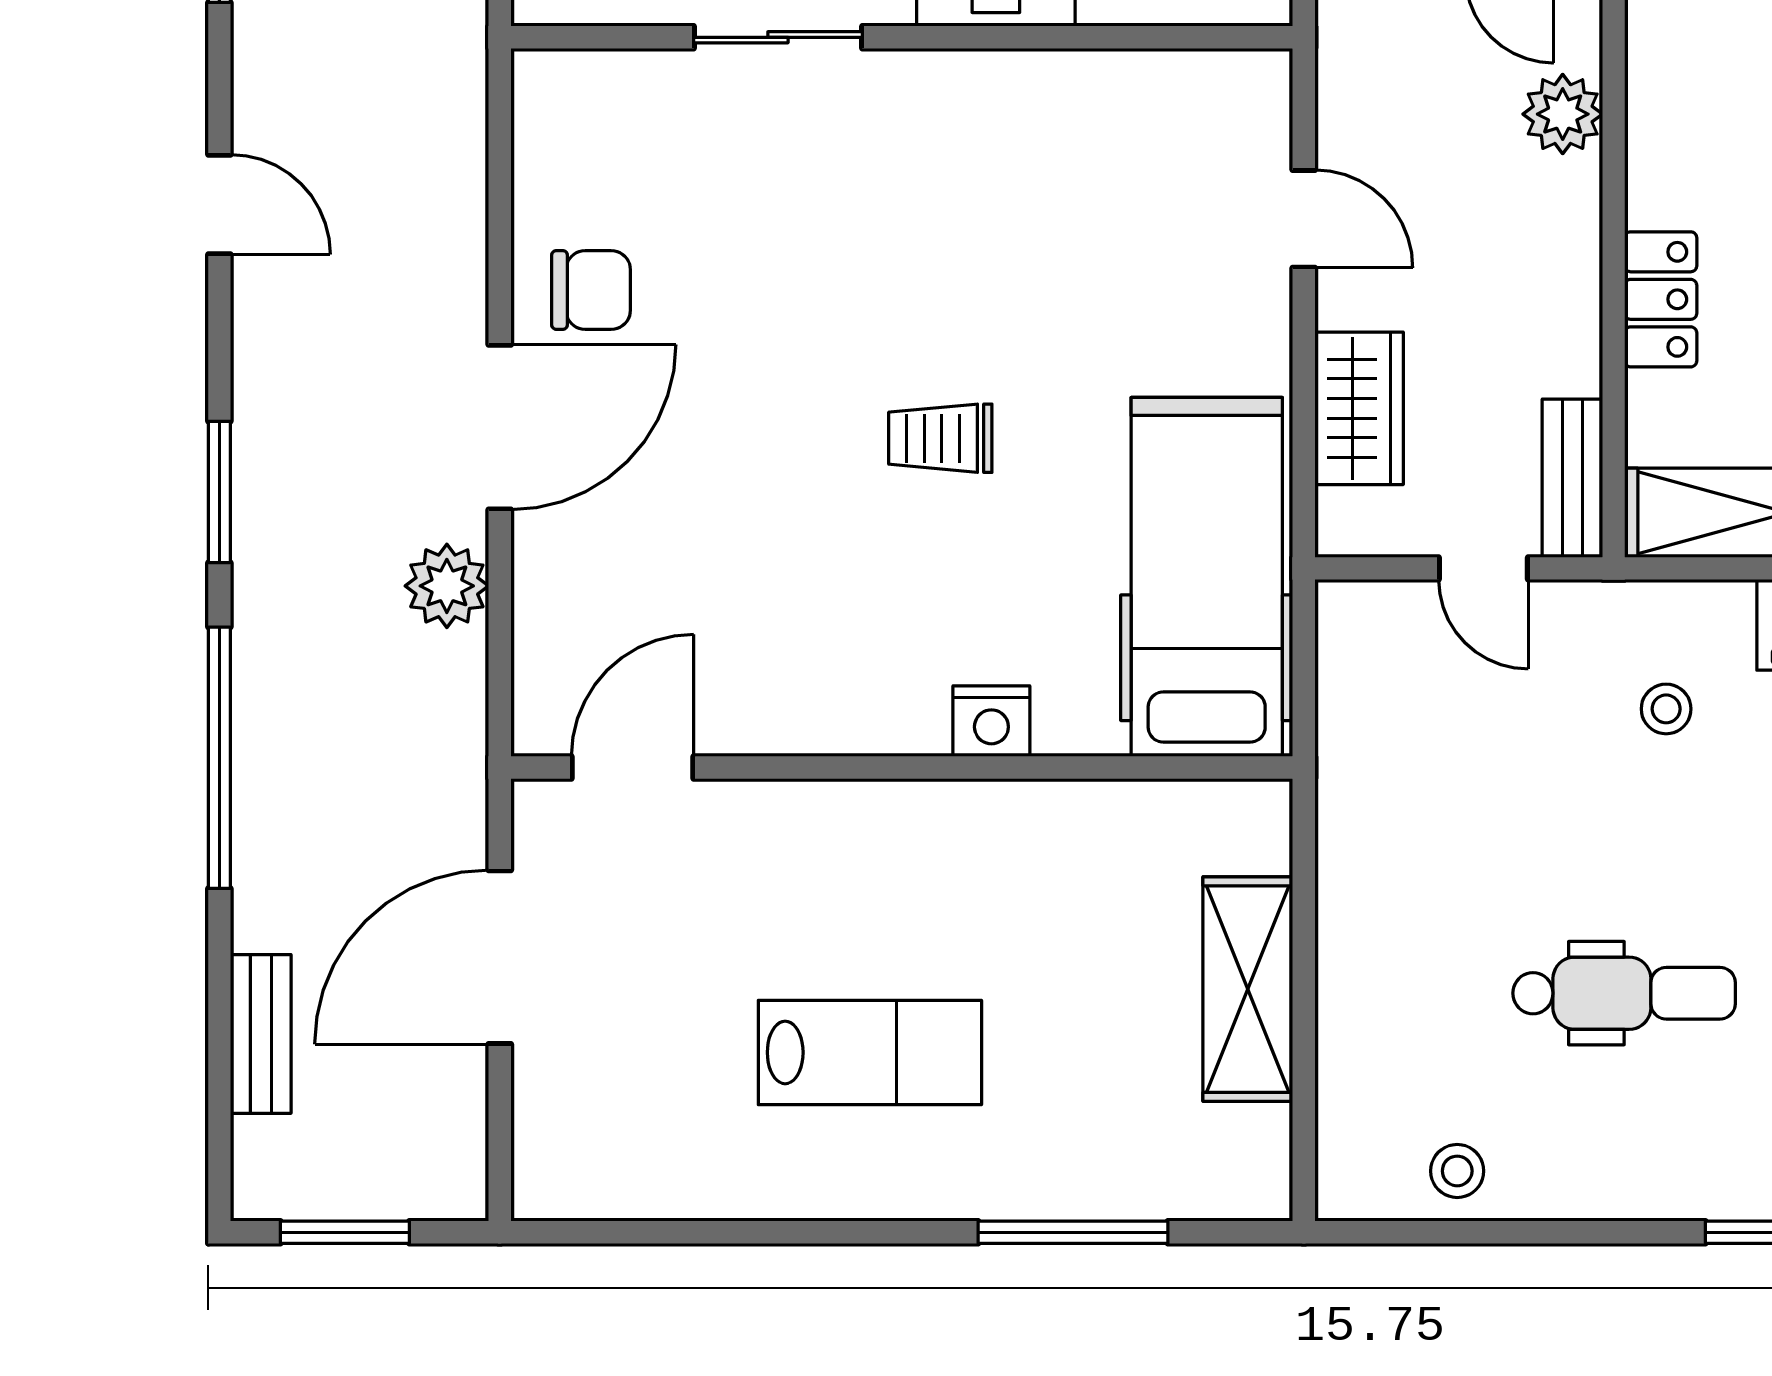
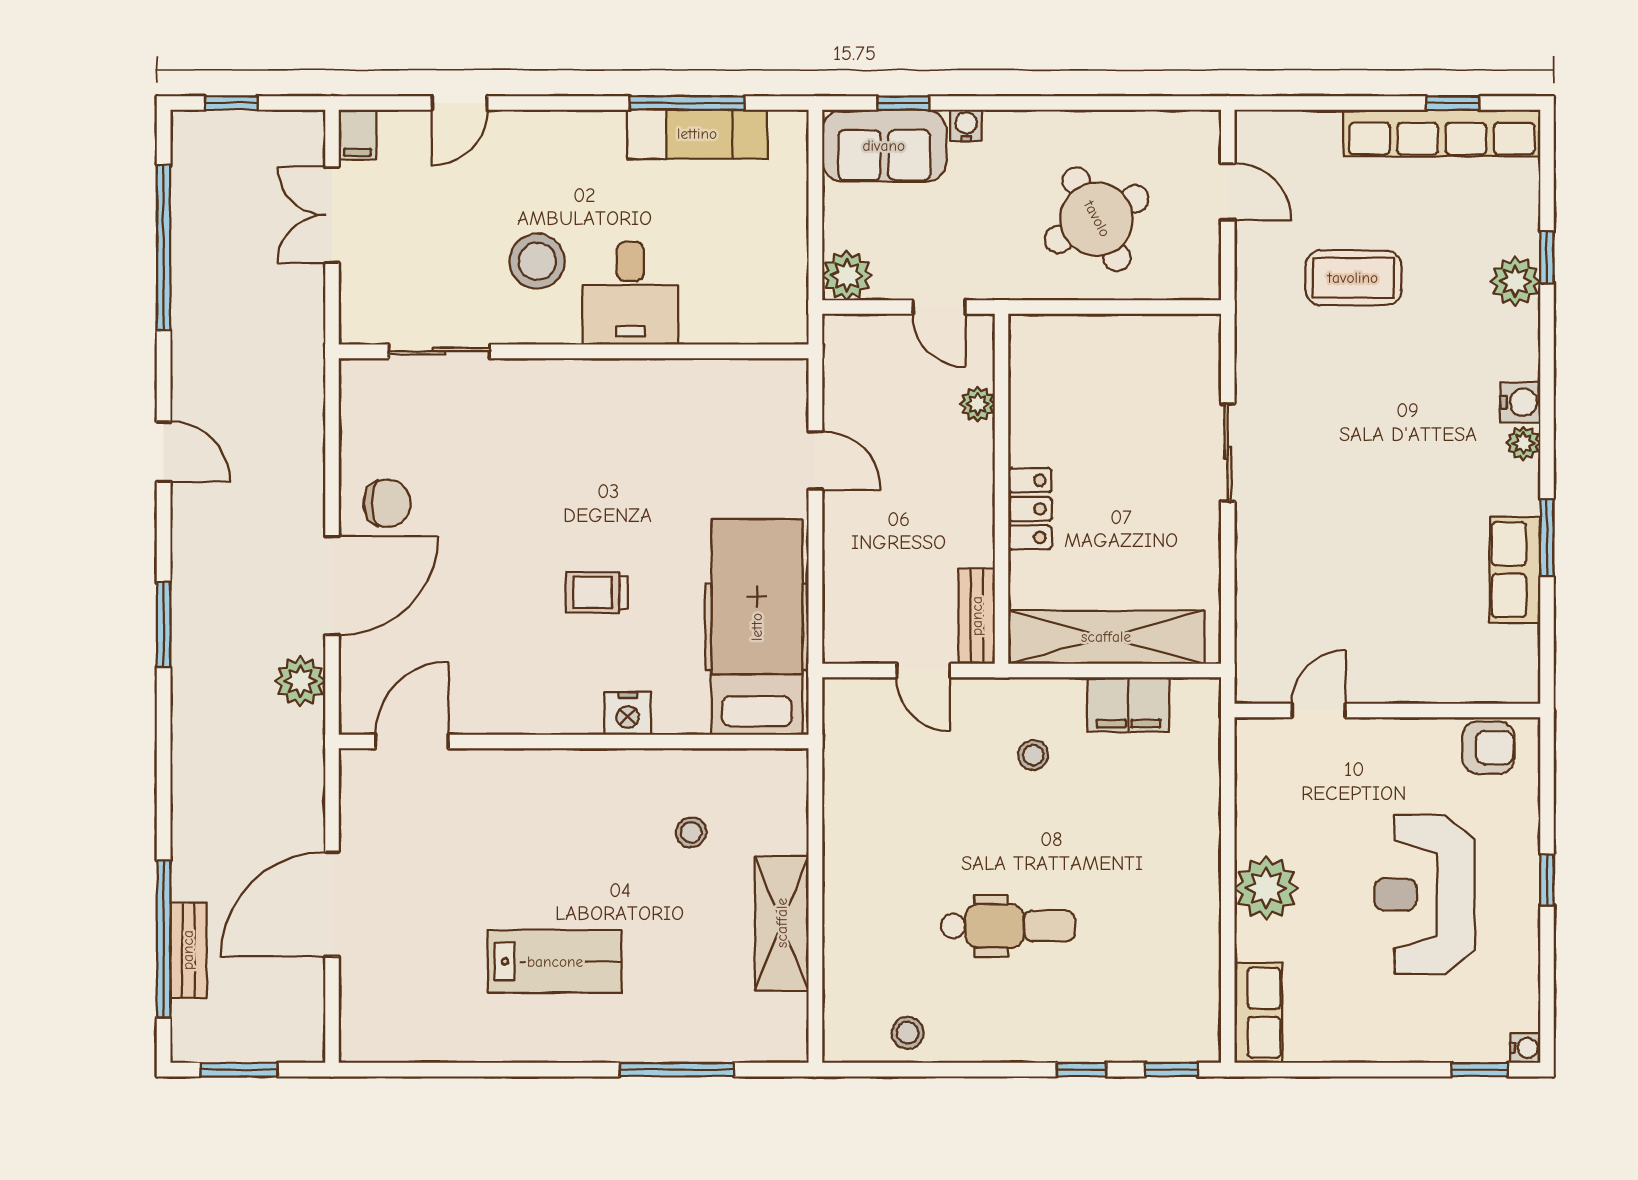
sliding door: (778, 37) -> (439, 351), moved
plant: (1563, 114) -> (978, 404), width x0.73, depth x0.73
wardrobe: (1359, 408) -> (849, 574), removed
hospital bed: (1207, 577) -> (757, 627), moved
nightstand: (991, 721) -> (628, 714), moved
window: (219, 758) -> (164, 939), moved
door: (633, 768) -> (412, 742), moved
wall: (902, 768) -> (574, 742), moved
stool: (1097, 838) -> (691, 832), added

